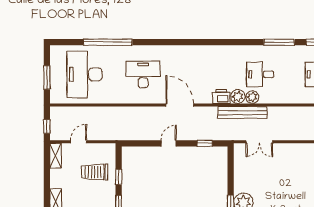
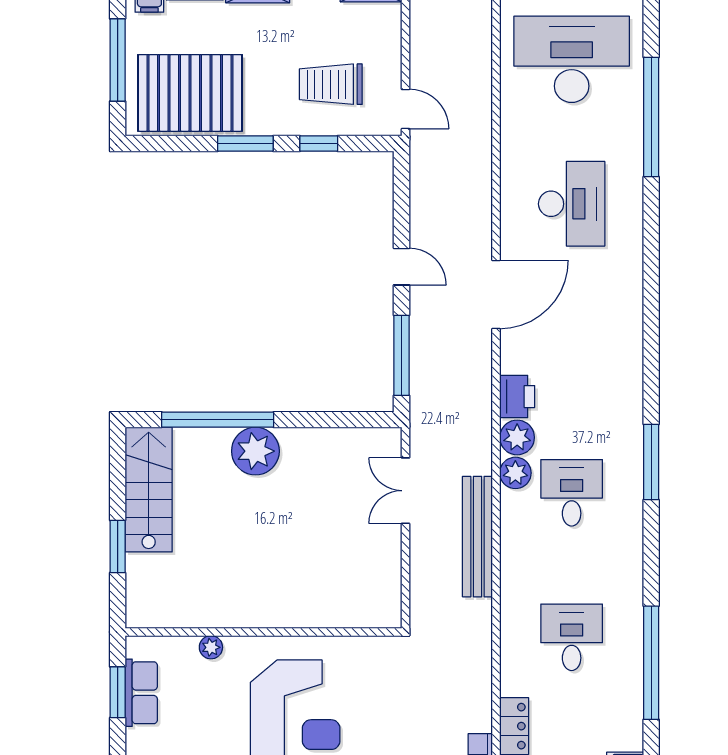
window: (279, 42) -> (651, 462), moved
bench: (243, 113) -> (477, 537), moved
door: (79, 142) -> (405, 109), moved
window: (205, 143) -> (402, 355), width x2.17
trolley: (95, 172) -> (331, 84), turned -90

